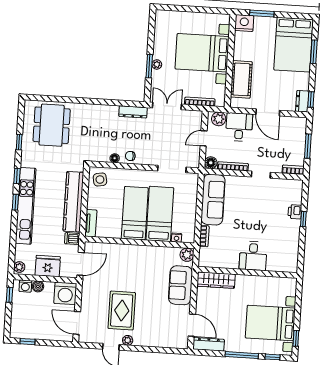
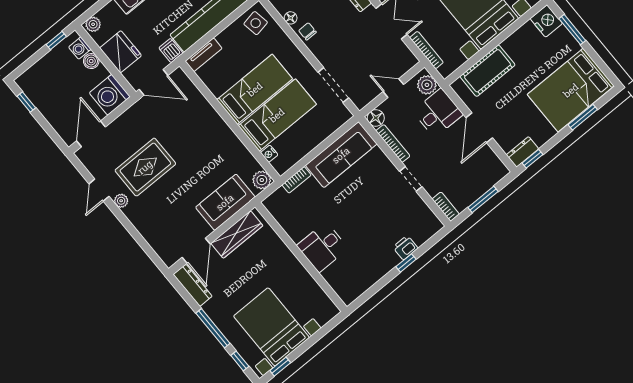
wardrobe: (216, 280) -> (237, 234), moved, turned -90

